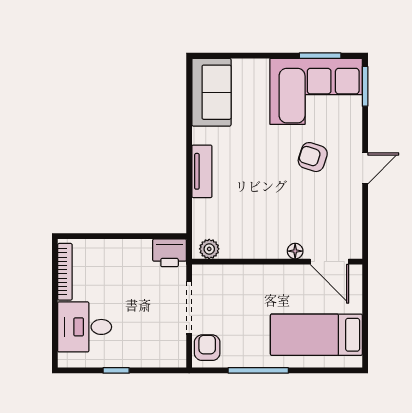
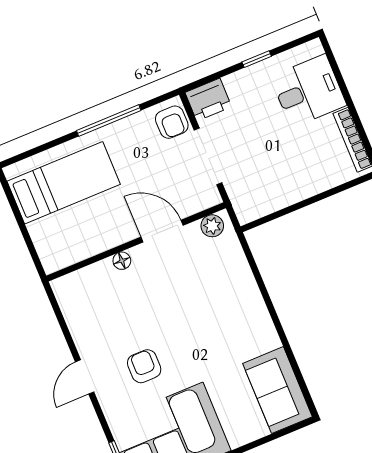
armchair: (313, 157) -> (144, 366), turned -108
tv unit: (202, 171) -> (253, 304), removed
printer: (170, 253) -> (208, 100), moved, turned 180
door: (329, 262) -> (162, 231), moved

